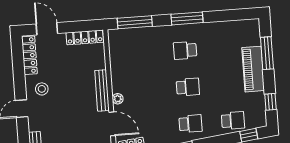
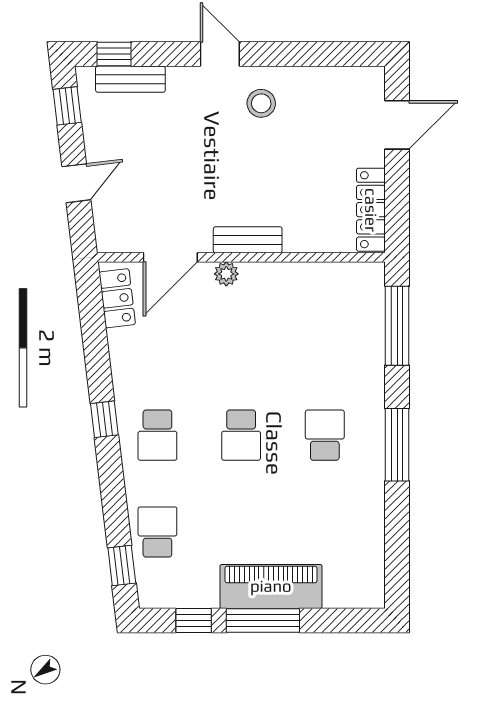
window: (267, 53) -> (263, 620), moved
locker: (29, 55) -> (340, 81), removed
bench: (102, 90) -> (248, 240), width x0.73
school desk: (233, 121) -> (157, 532), turned 180

